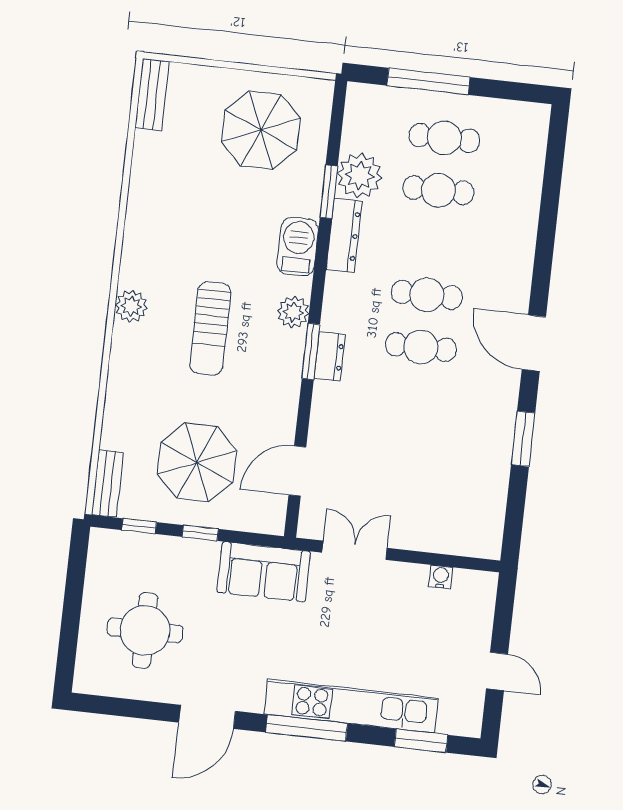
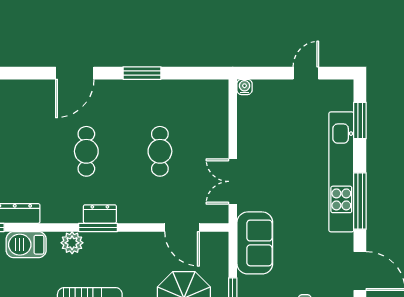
cafe table: (427, 295) -> (160, 151), moved
water cooler: (441, 577) -> (244, 87), moved, turned 90

